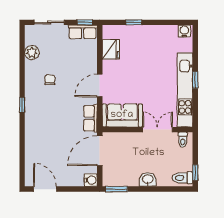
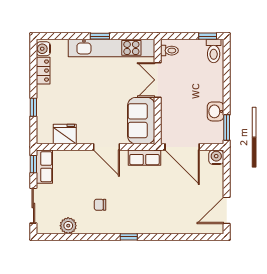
locker: (166, 31) -> (43, 71), added
washbasin: (148, 179) -> (215, 111), moved

